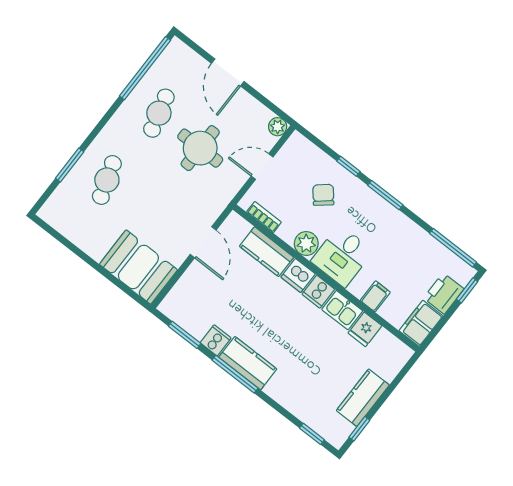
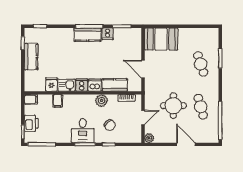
desk: (342, 256) -> (83, 131), moved, turned 180
filing cabinet: (421, 323) -> (31, 99), width x0.50

